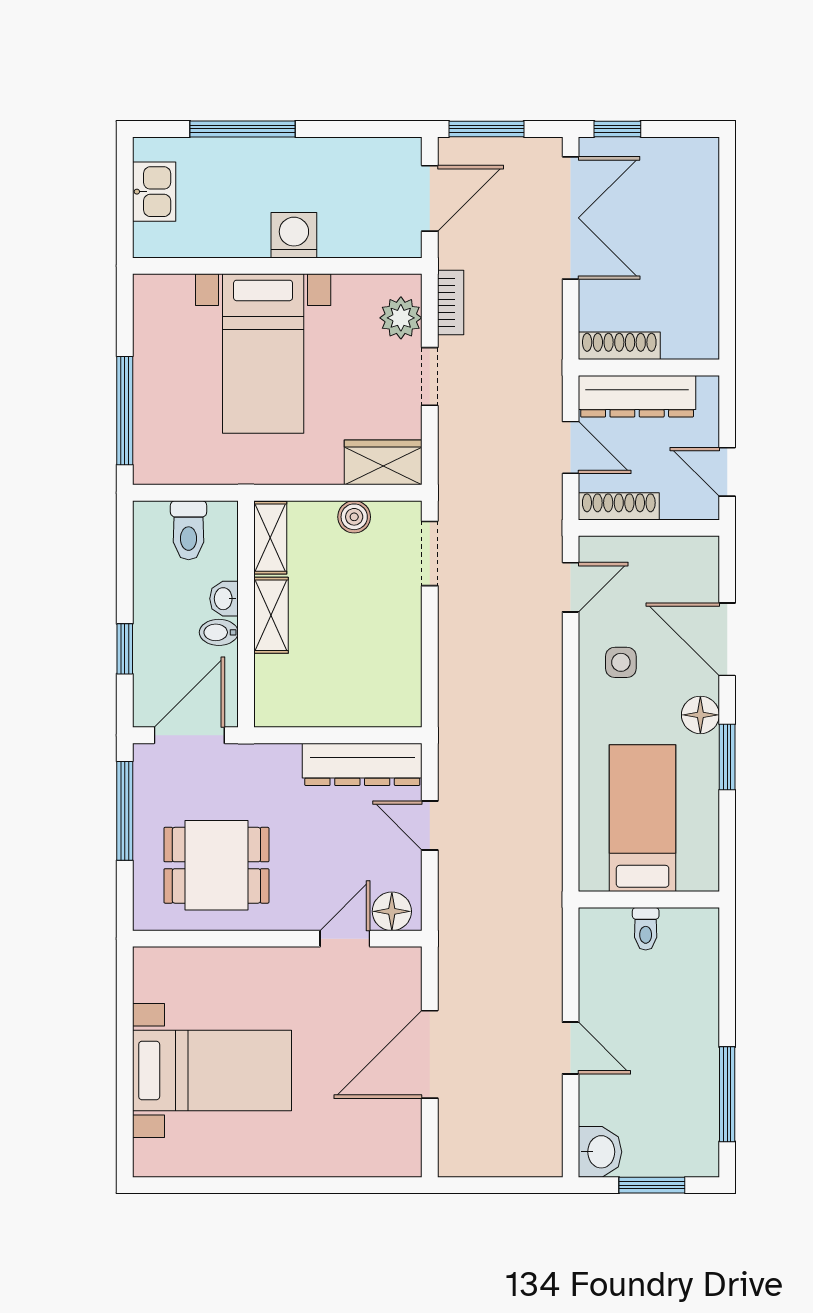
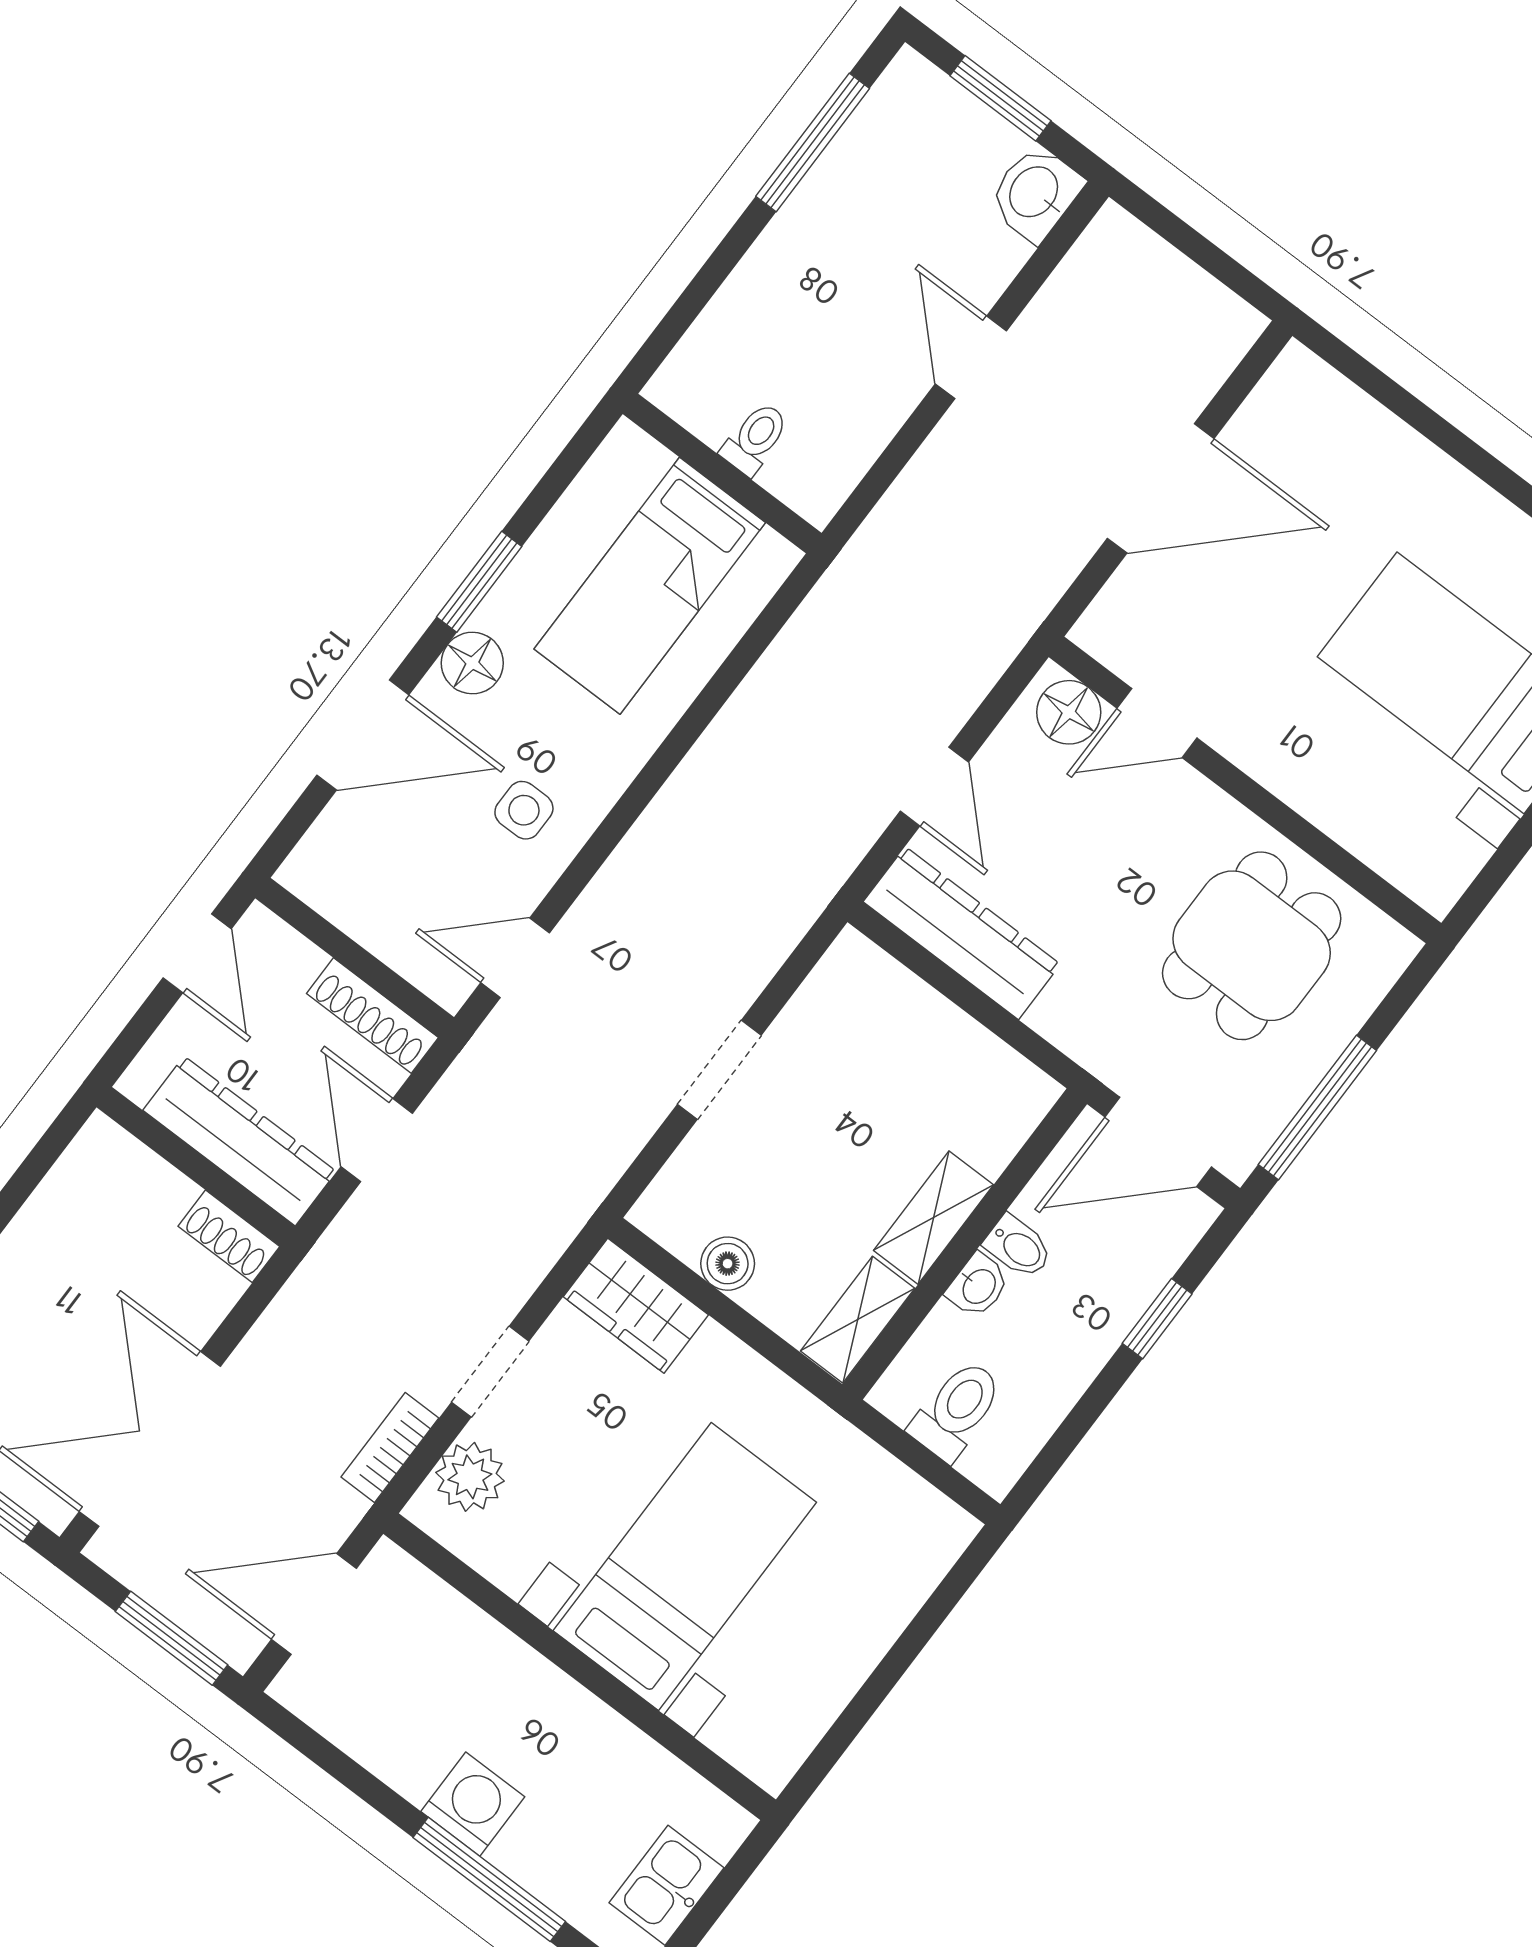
washing machine: (294, 235) -> (473, 1804), moved, turned 180
shoe rack: (619, 346) -> (229, 1236), width x0.70
window: (125, 411) -> (921, 1629), removed
doorway: (430, 553) -> (719, 1070), moved
door: (727, 639) -> (363, 735), hinge flipped
dining table: (216, 865) -> (1252, 946), turned 90

